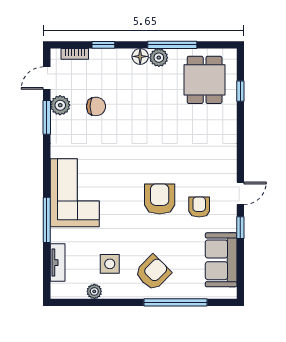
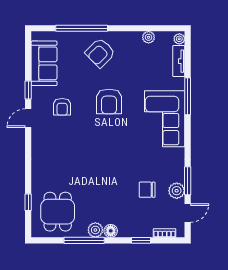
armchair: (160, 199) -> (109, 101), moved
side table: (110, 264) -> (136, 60), removed
plant: (57, 290) -> (179, 39), added

